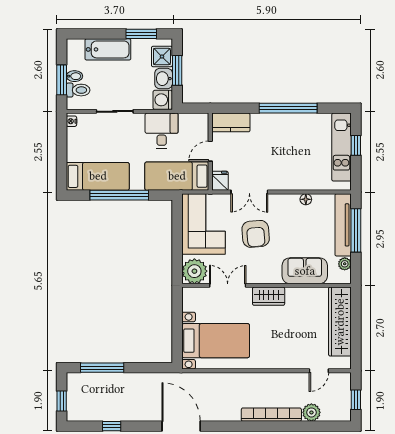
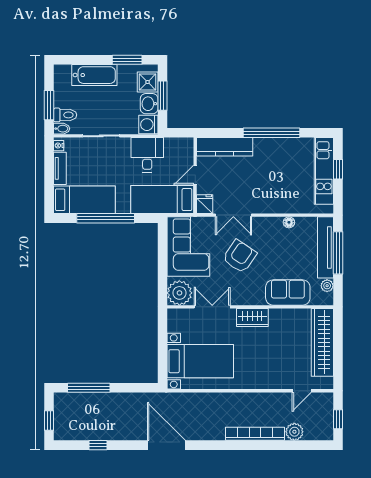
bidet: (74, 76) -> (62, 129), moved
kitchen counter: (231, 122) -> (225, 147), width x1.50
tv unit: (73, 144) -> (60, 168), added
armchair: (256, 234) -> (240, 256), turned -141

